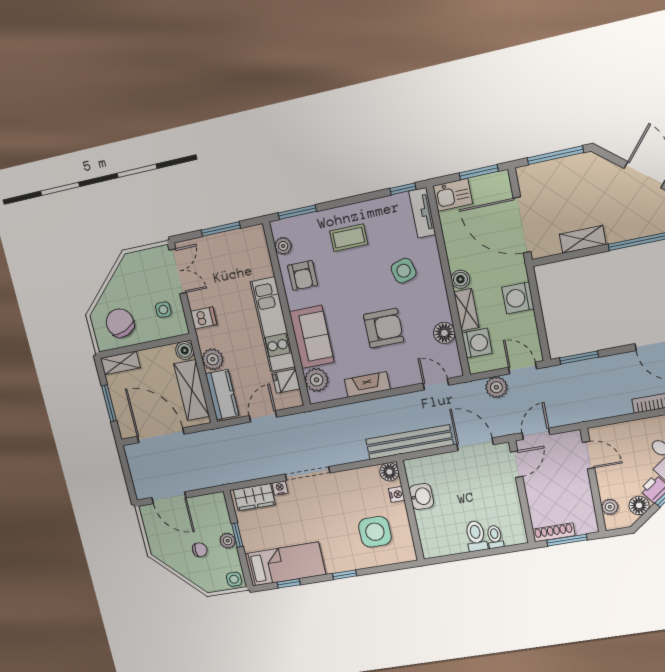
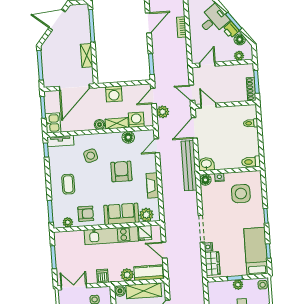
washbasin: (421, 496) -> (206, 164), moved
toilet: (476, 536) -> (251, 162), moved

